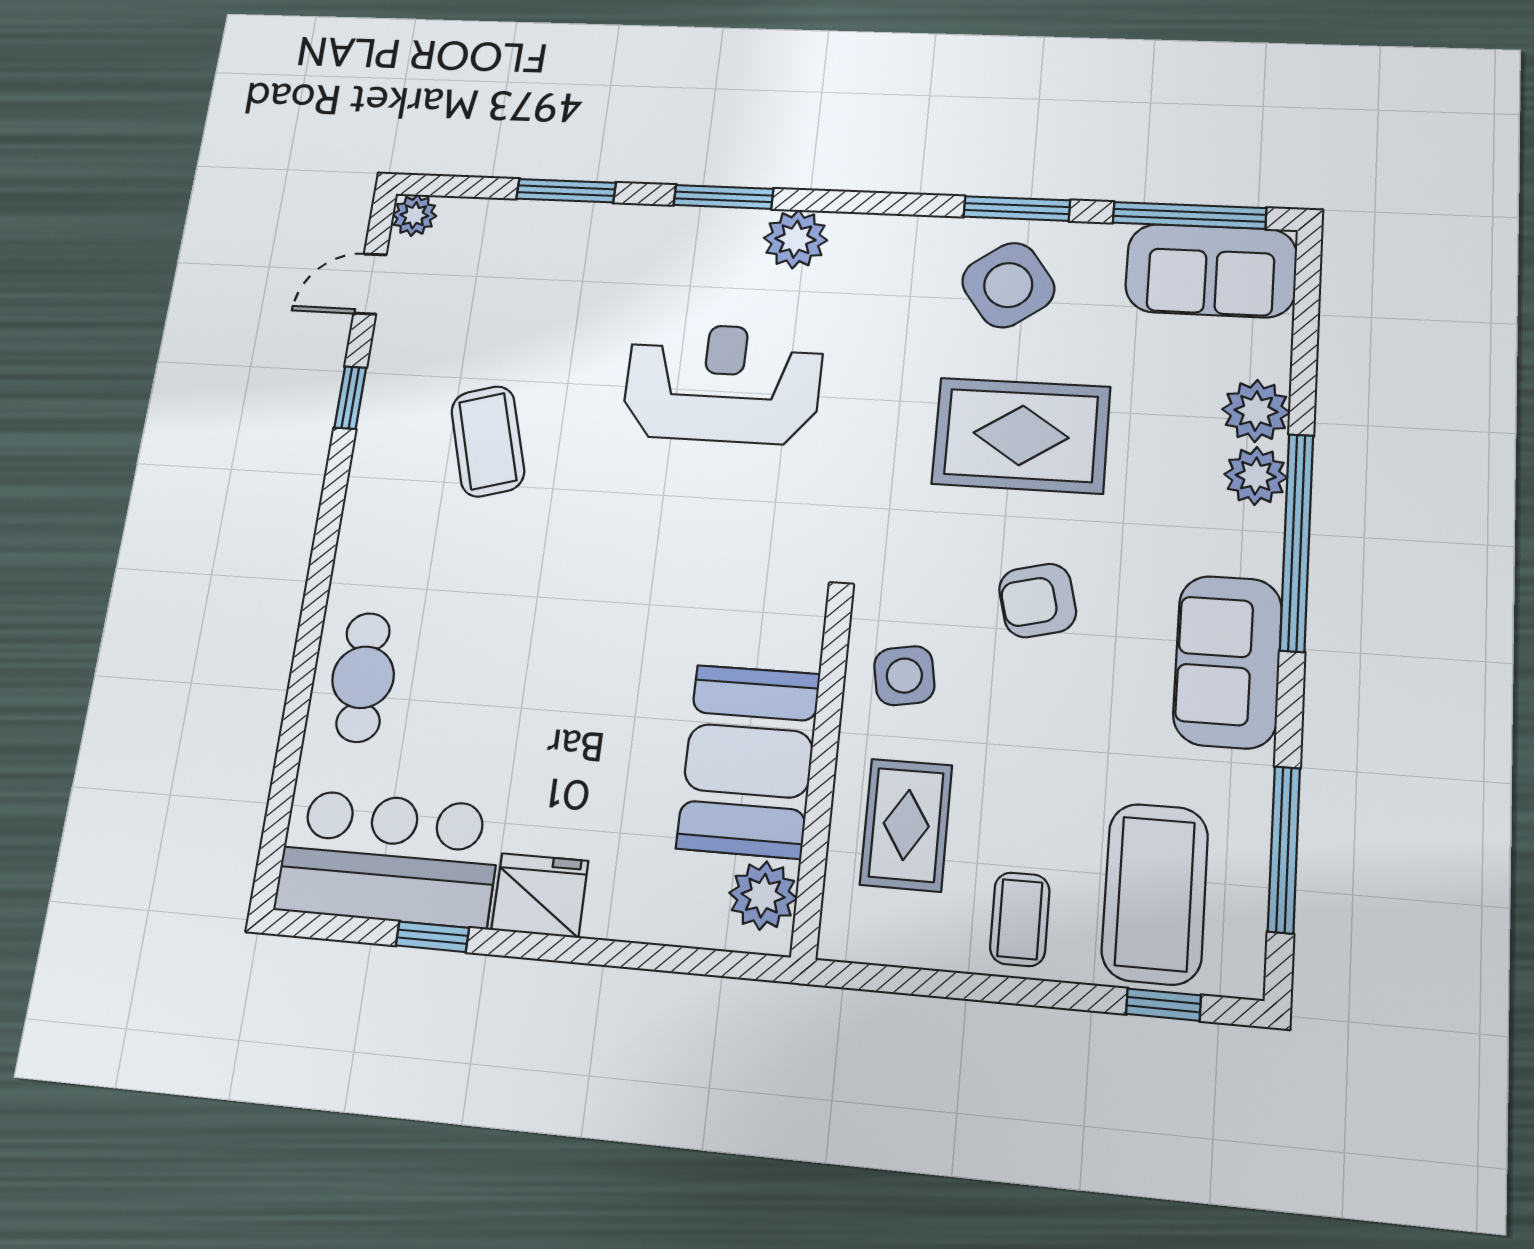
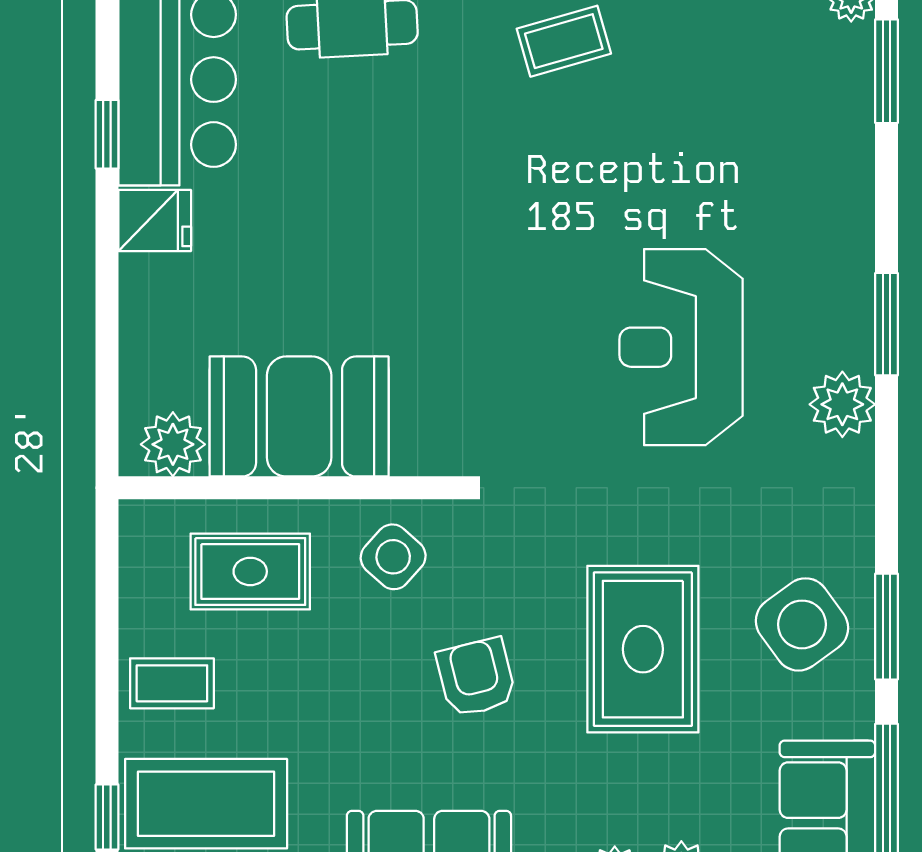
window: (566, 191) -> (886, 71), moved
reception desk: (723, 383) -> (681, 347), turned 180
coffee table: (488, 441) -> (564, 41), moved, width x0.73, depth x0.77
side table: (904, 676) -> (393, 557), turned -38
fridge: (540, 895) -> (155, 220), width x0.72

